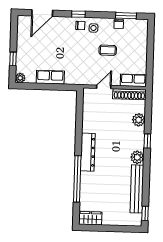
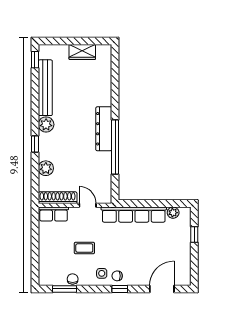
row of seats: (50, 77) -> (134, 215), width x2.02
plant: (20, 78) -> (173, 213), moved
door: (104, 87) -> (88, 205), swing flipped
window: (77, 179) -> (115, 147), moved
wardrobe: (90, 218) -> (82, 52), moved

